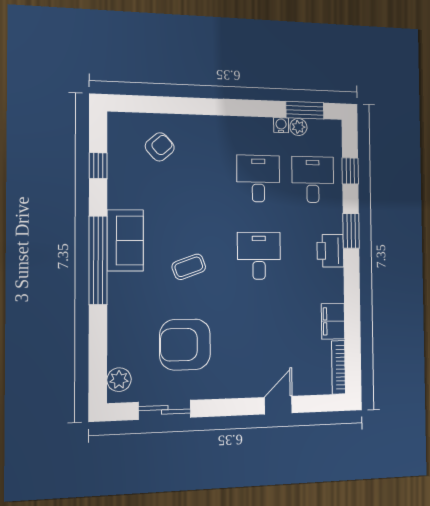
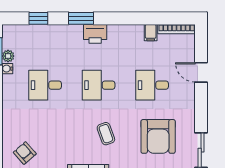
desk: (313, 180) -> (152, 85), moved
filing cabinet: (333, 321) -> (151, 33), width x0.50

